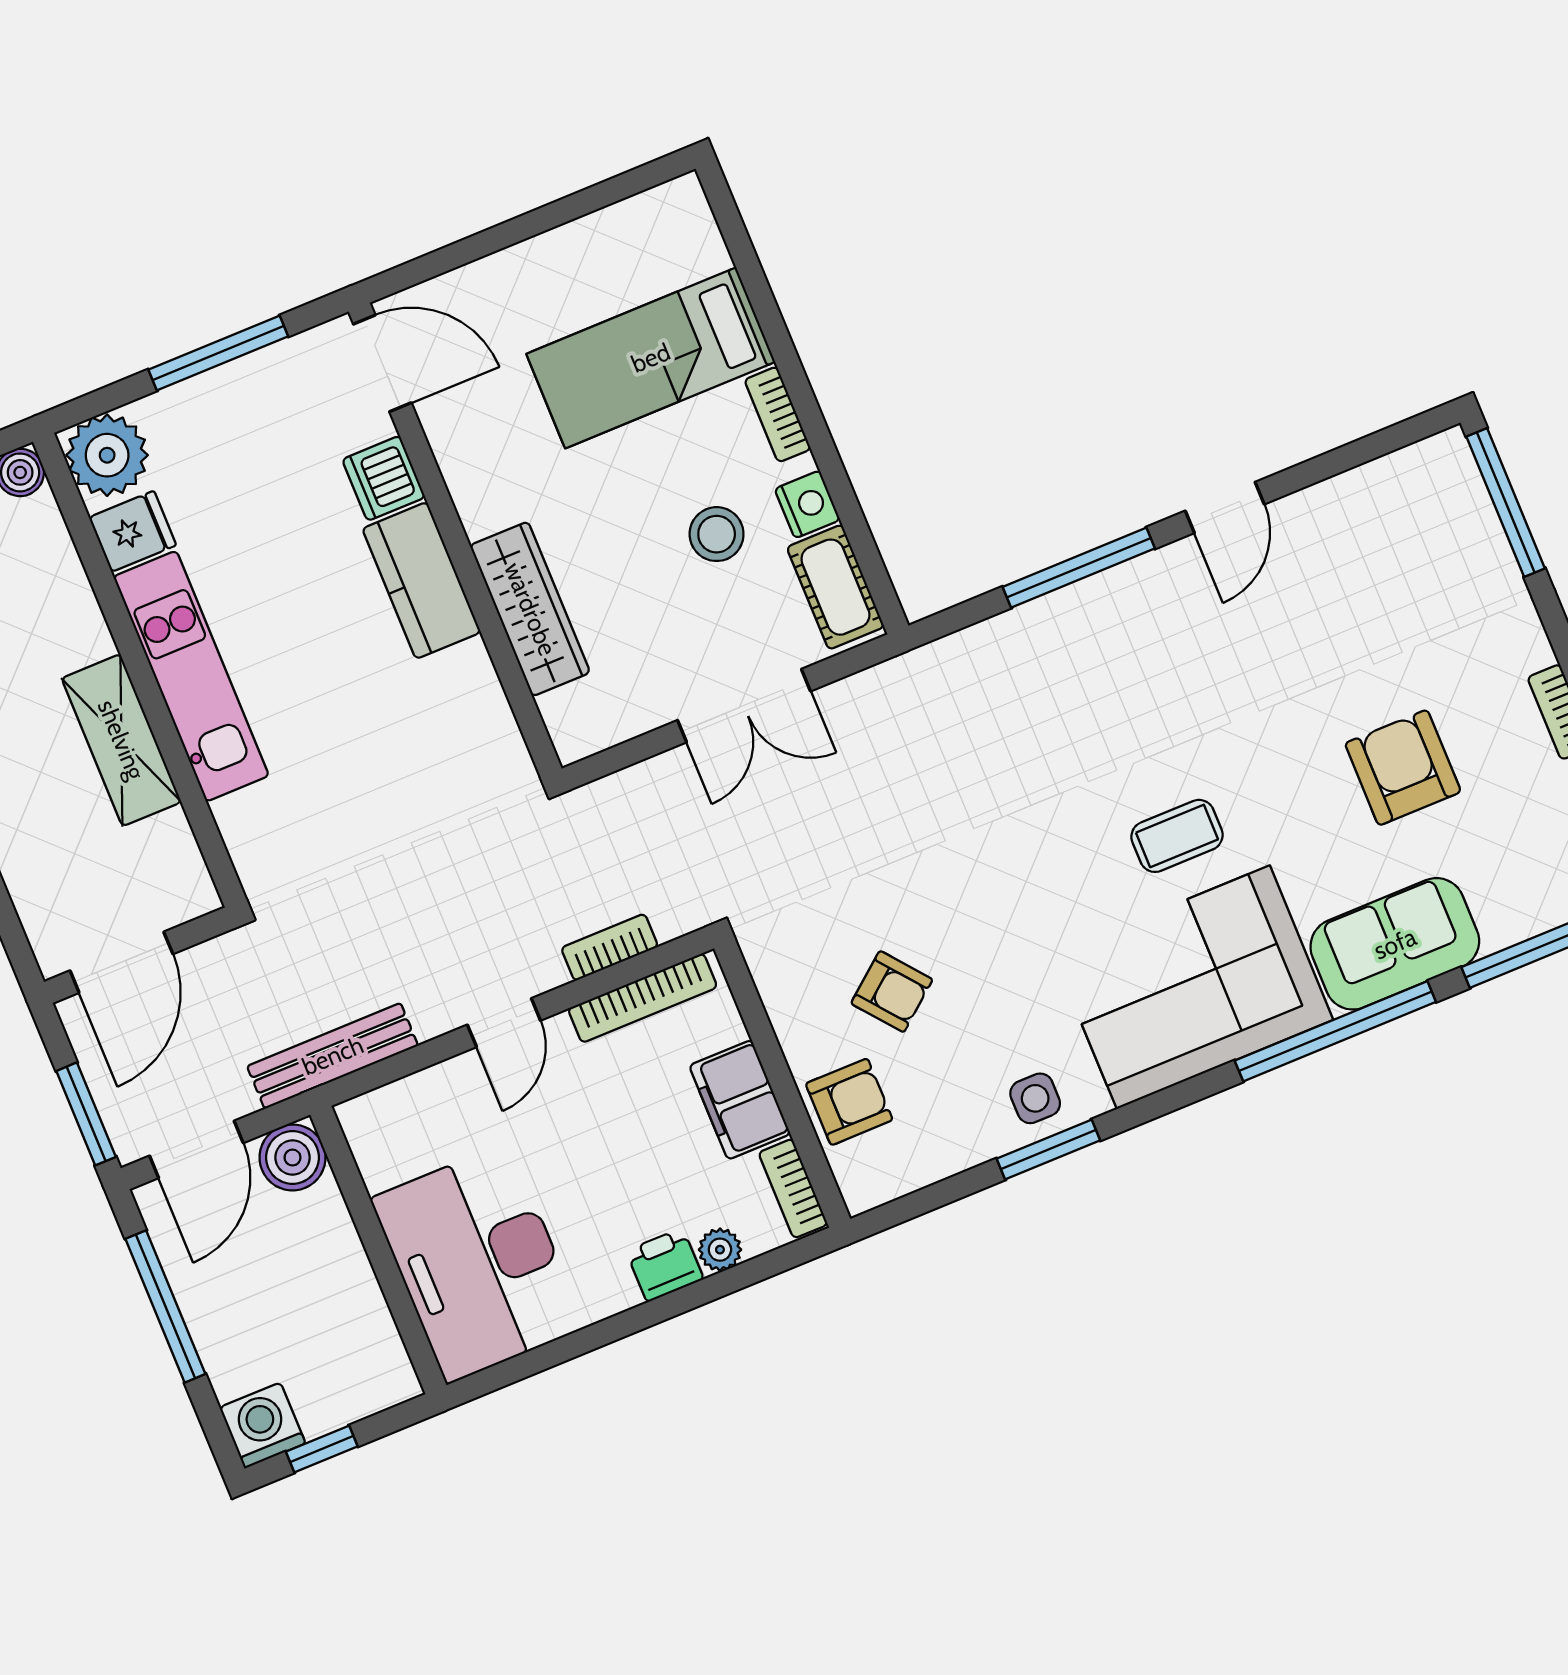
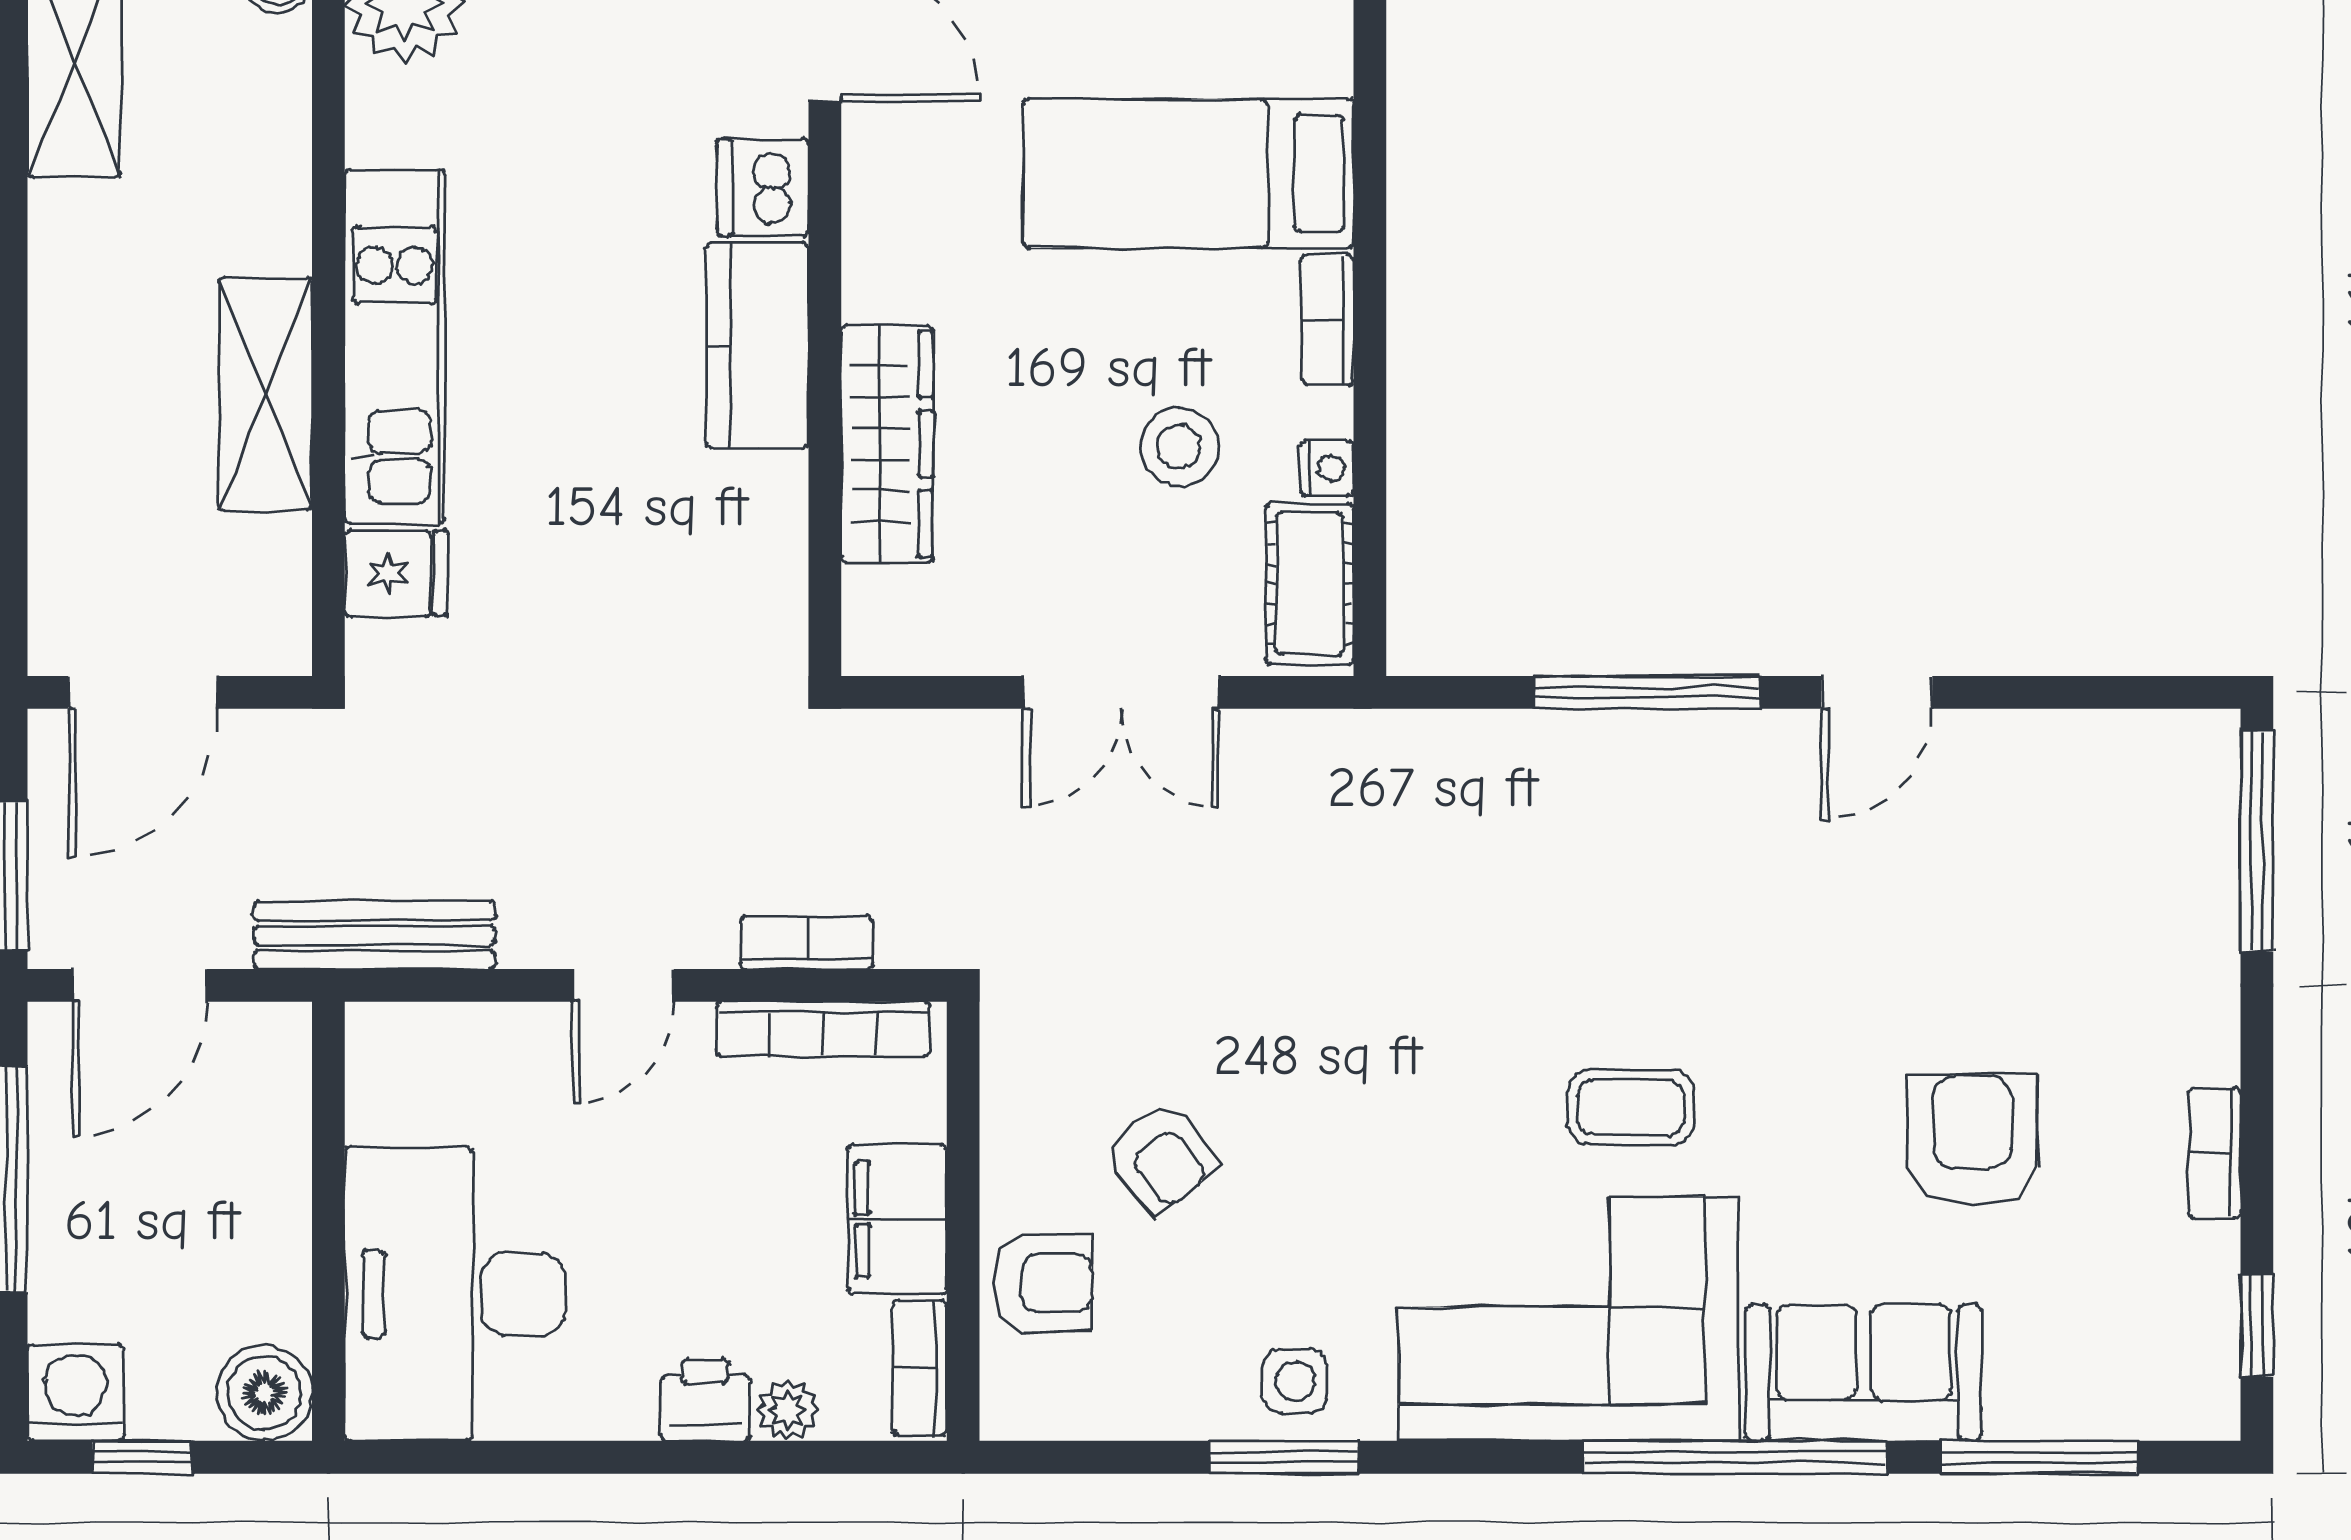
nightstand: (807, 504) -> (1327, 468), width x0.72, depth x0.74
fridge: (133, 531) -> (396, 573), moved
boiler: (293, 1158) -> (264, 1393), moved

